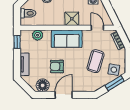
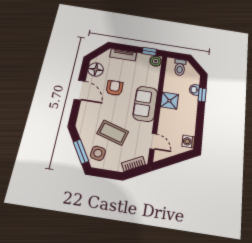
shower: (72, 19) -> (169, 101), moved
door: (97, 28) -> (153, 141), hinge flipped
plant: (38, 35) -> (156, 61), moved

